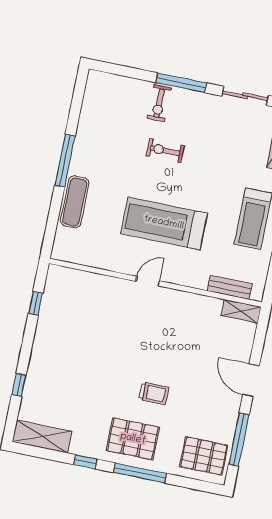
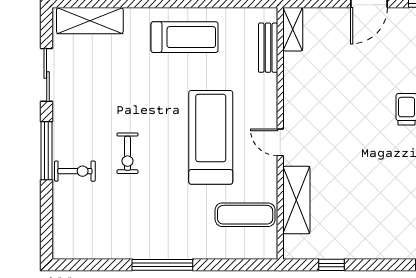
exercise mat: (75, 202) -> (245, 215), moved
treadmill: (164, 223) -> (211, 137), turned 180
shelving: (96, 285) -> (296, 200), added

